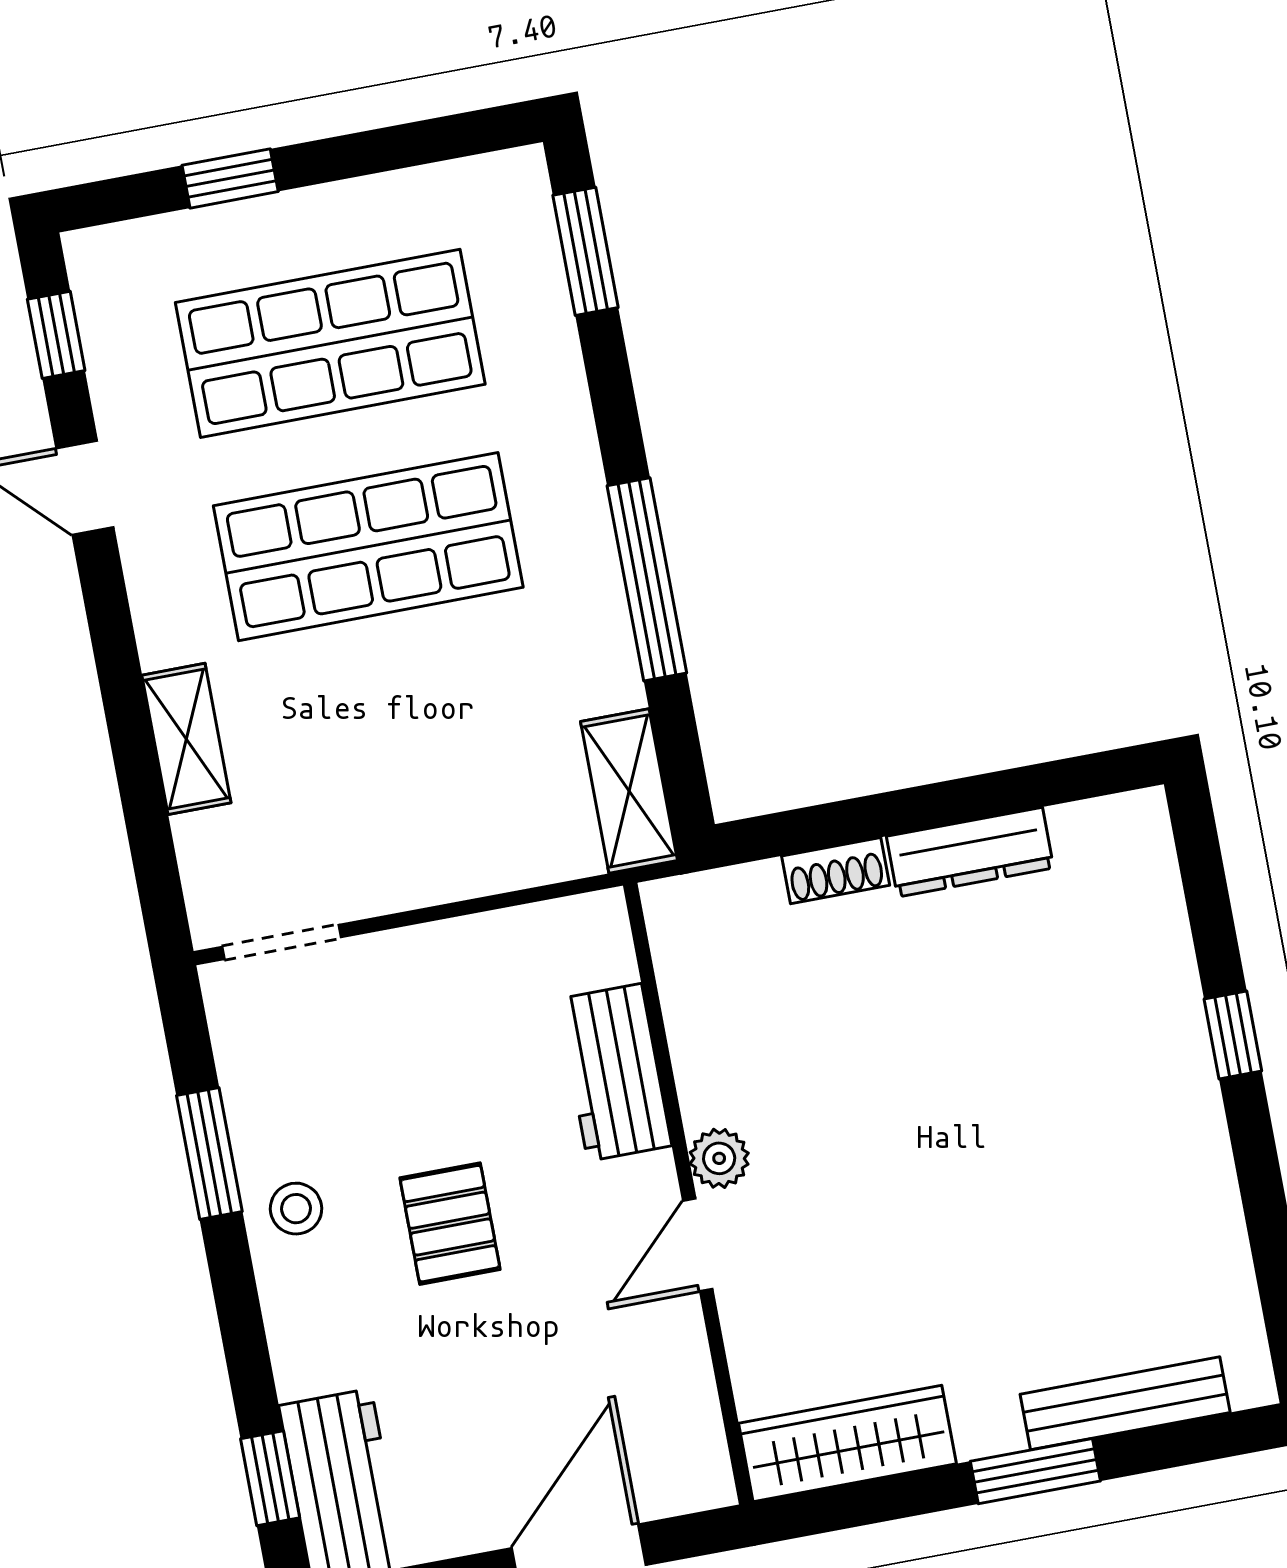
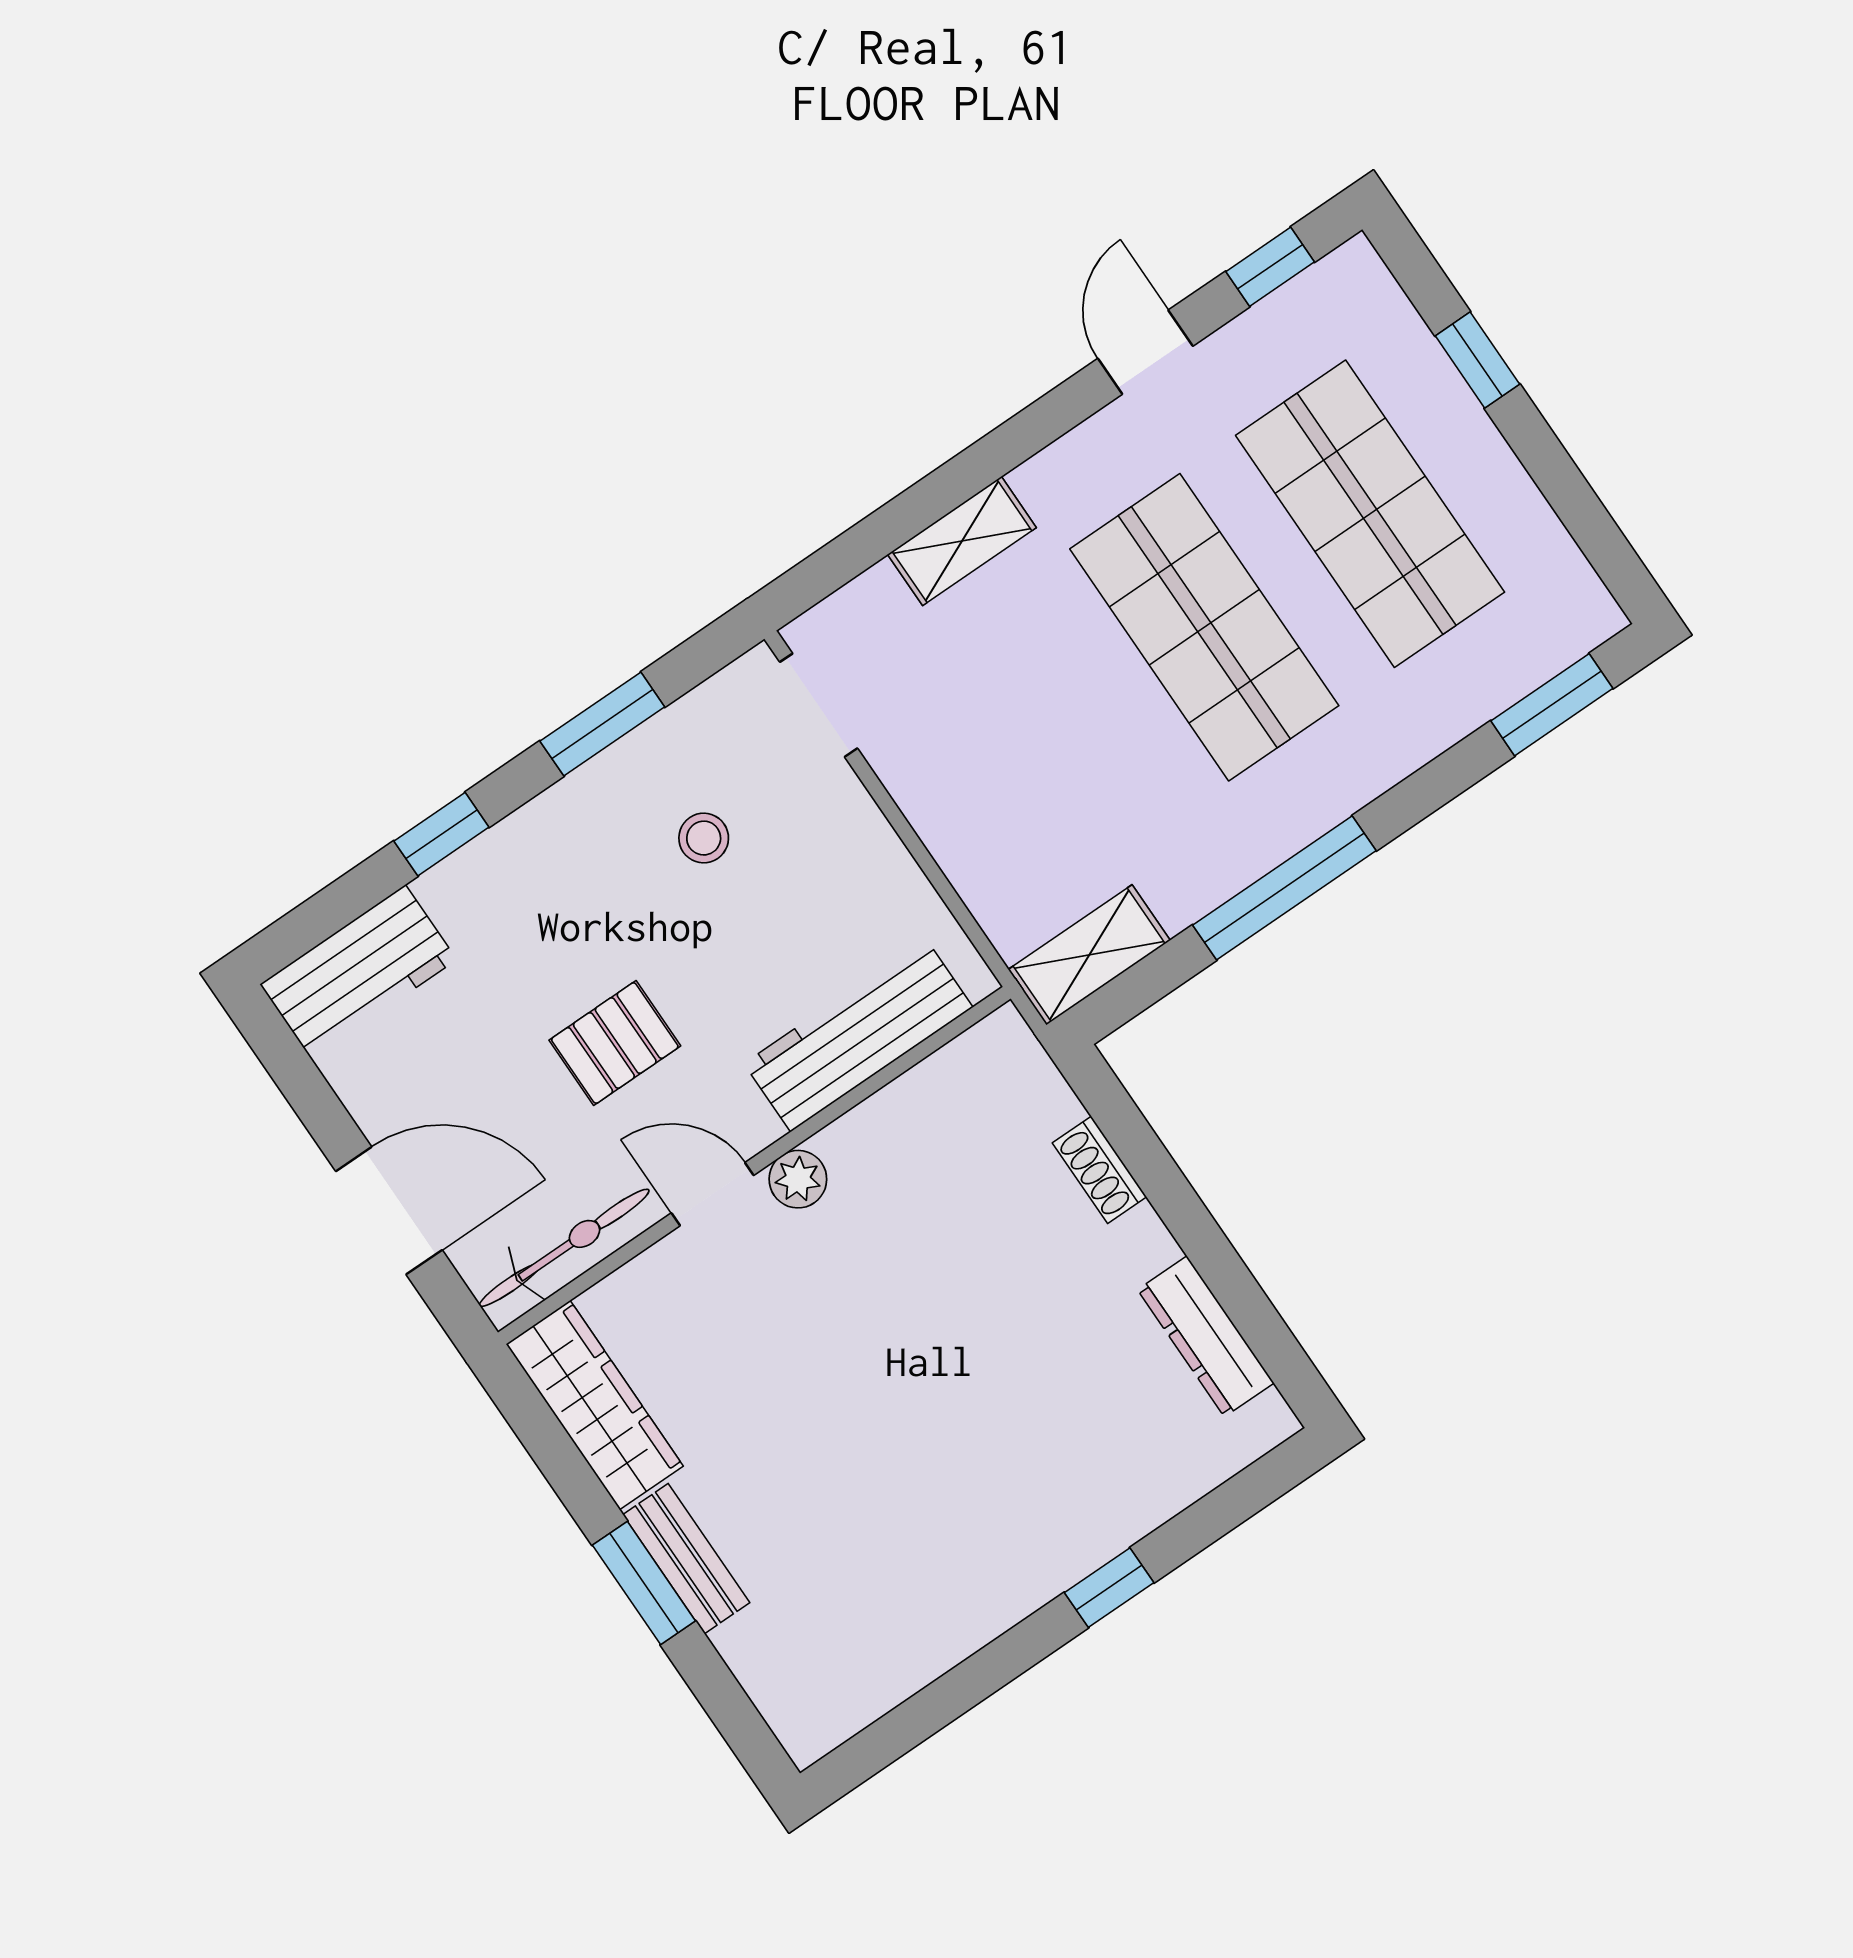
dresser: (970, 852) -> (1206, 1336), moved
workbench: (615, 1072) -> (858, 1035), width x1.38
stool: (296, 1209) -> (704, 838), moved
pallet: (450, 1224) -> (615, 1043), moved
bench: (1125, 1403) -> (686, 1559), moved, width x0.73
bicycle: (687, 1407) -> (564, 1248), added
window: (270, 1478) -> (441, 834), moved

